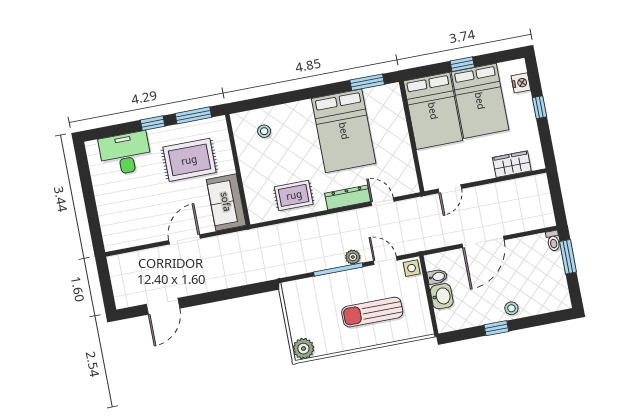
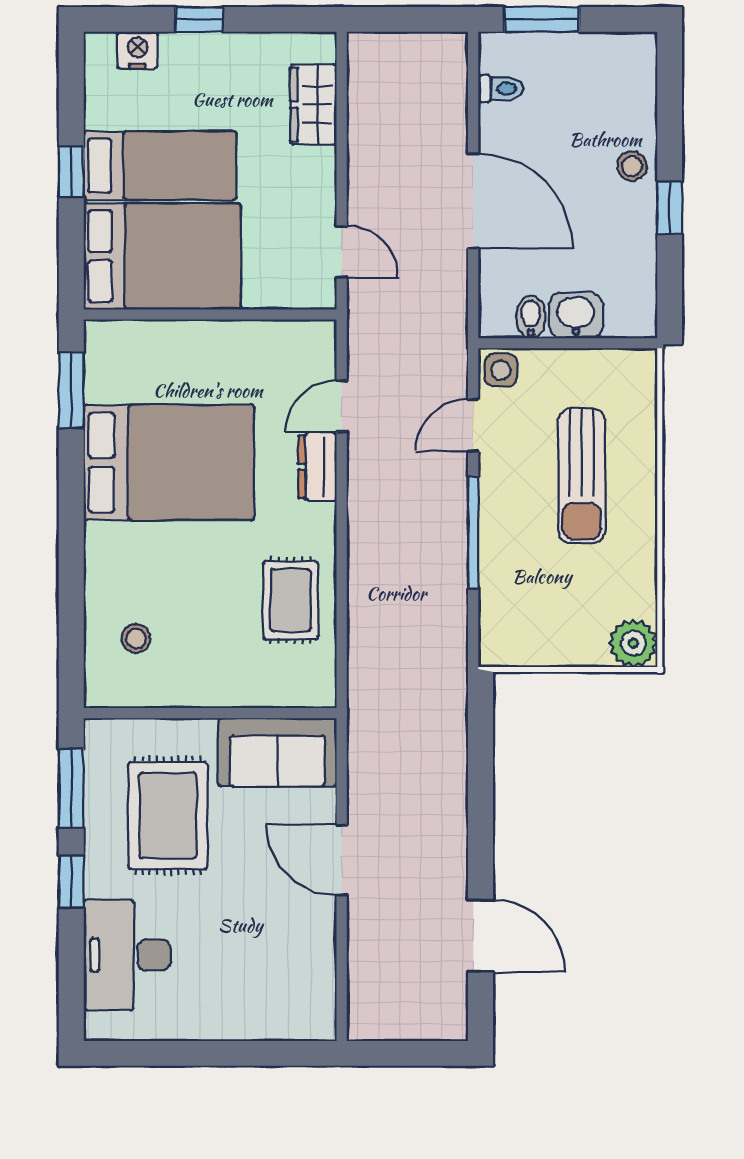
bed: (480, 101) -> (160, 166), width x0.67
dresser: (348, 197) -> (318, 467), width x0.70
toilet: (553, 241) -> (500, 89), moved
plant: (353, 257) -> (452, 495), removed

